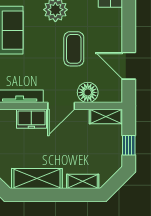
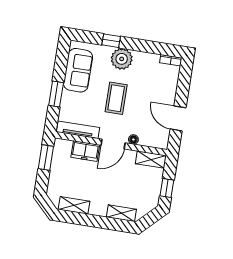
coffee table: (74, 49) -> (116, 98), moved
floor lamp: (88, 92) -> (133, 139), width x0.53, depth x0.53
shelving: (37, 178) -> (74, 205), width x0.67, depth x0.75

